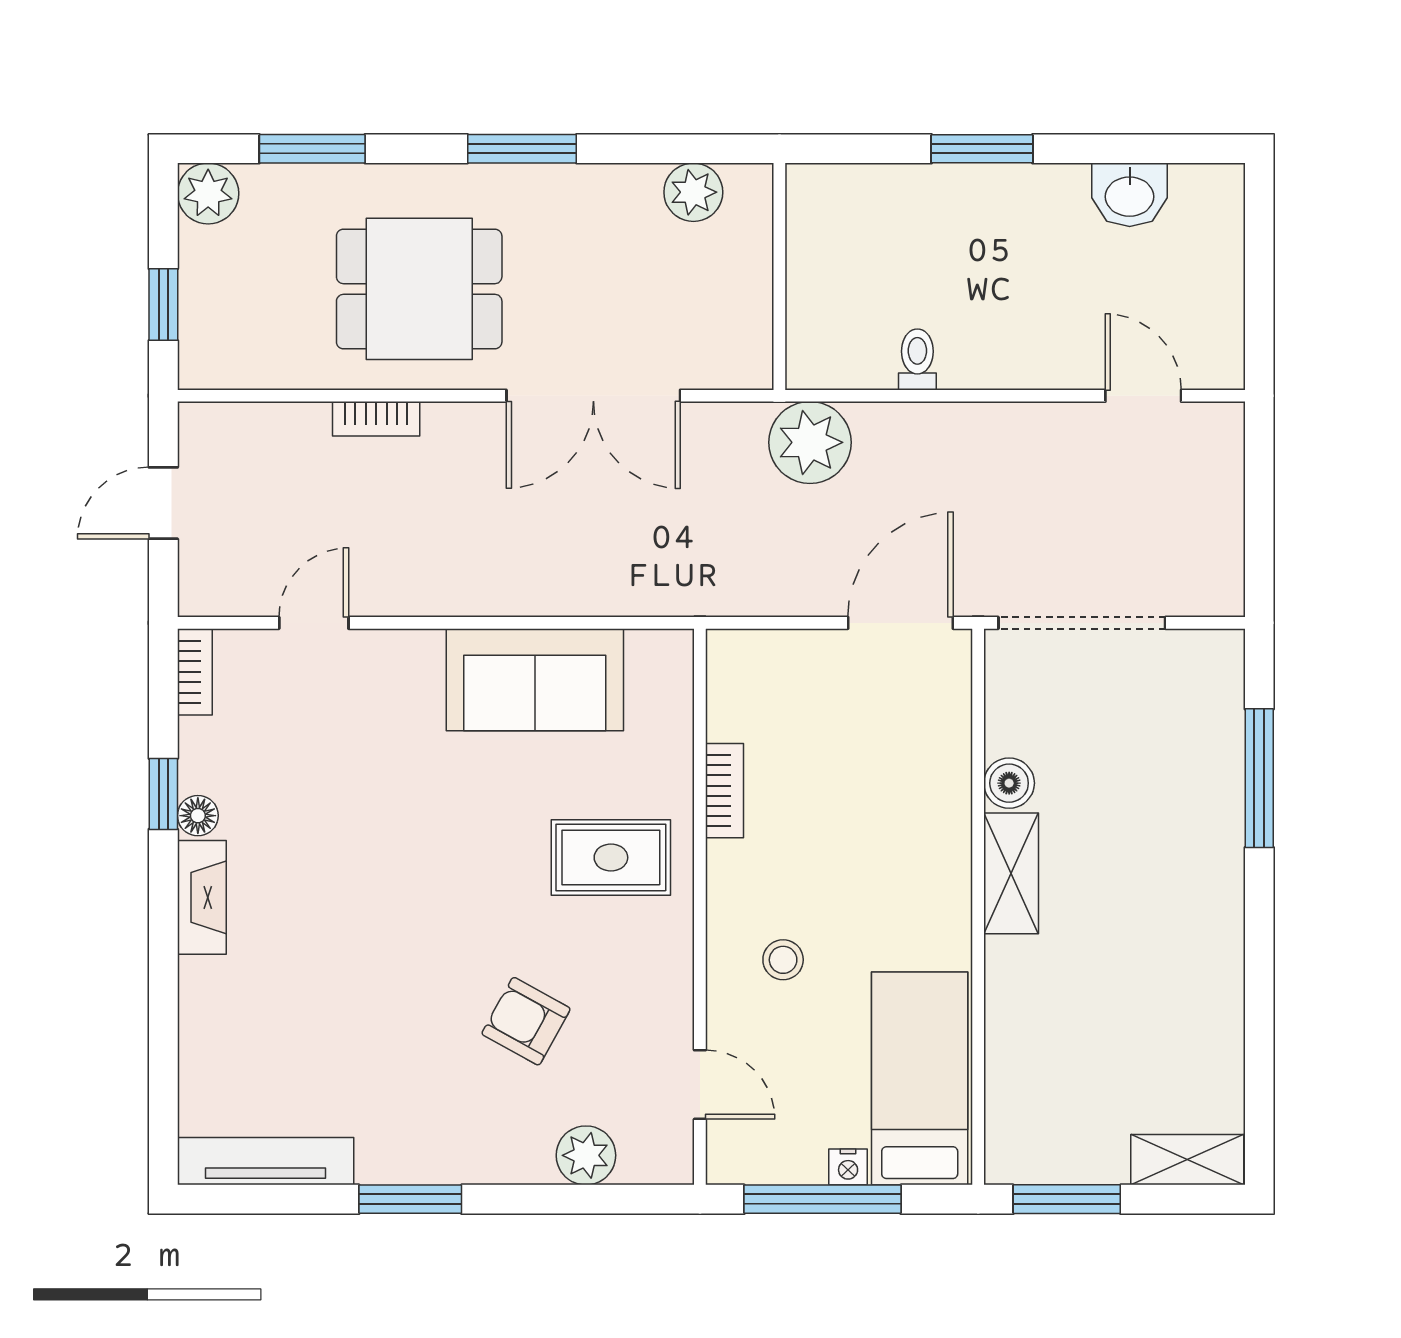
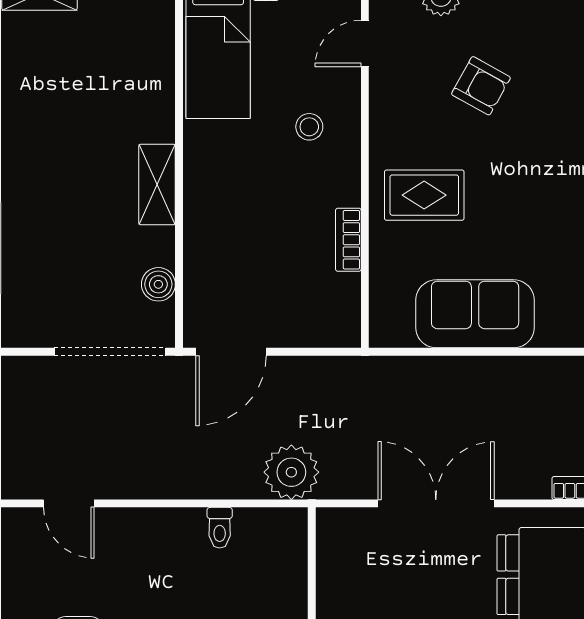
boiler: (1009, 783) -> (158, 284), moved
door: (700, 1085) -> (365, 43), hinge flipped

